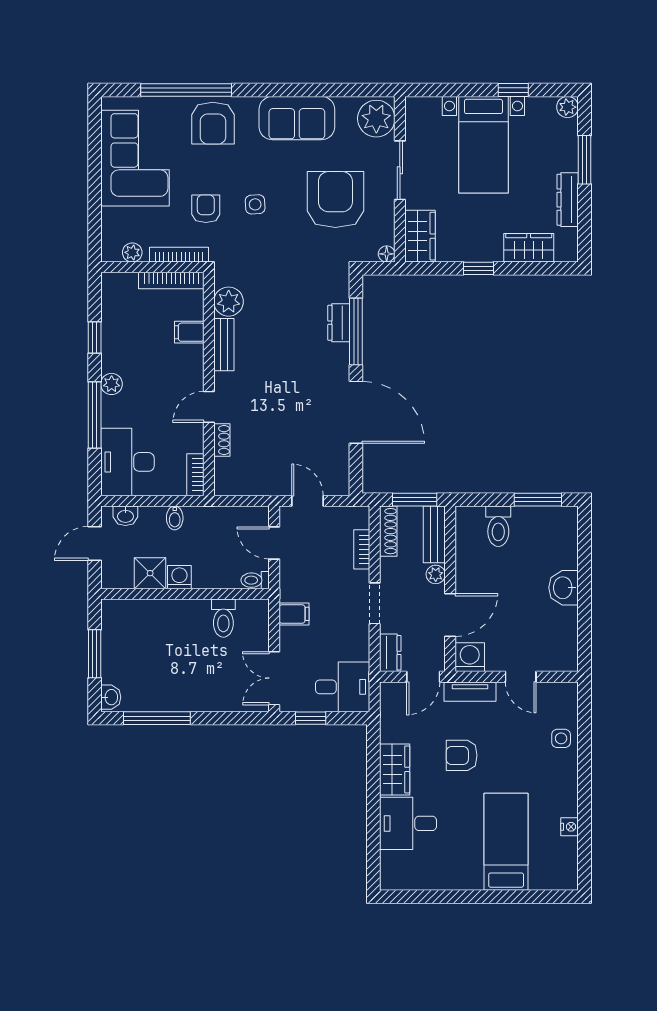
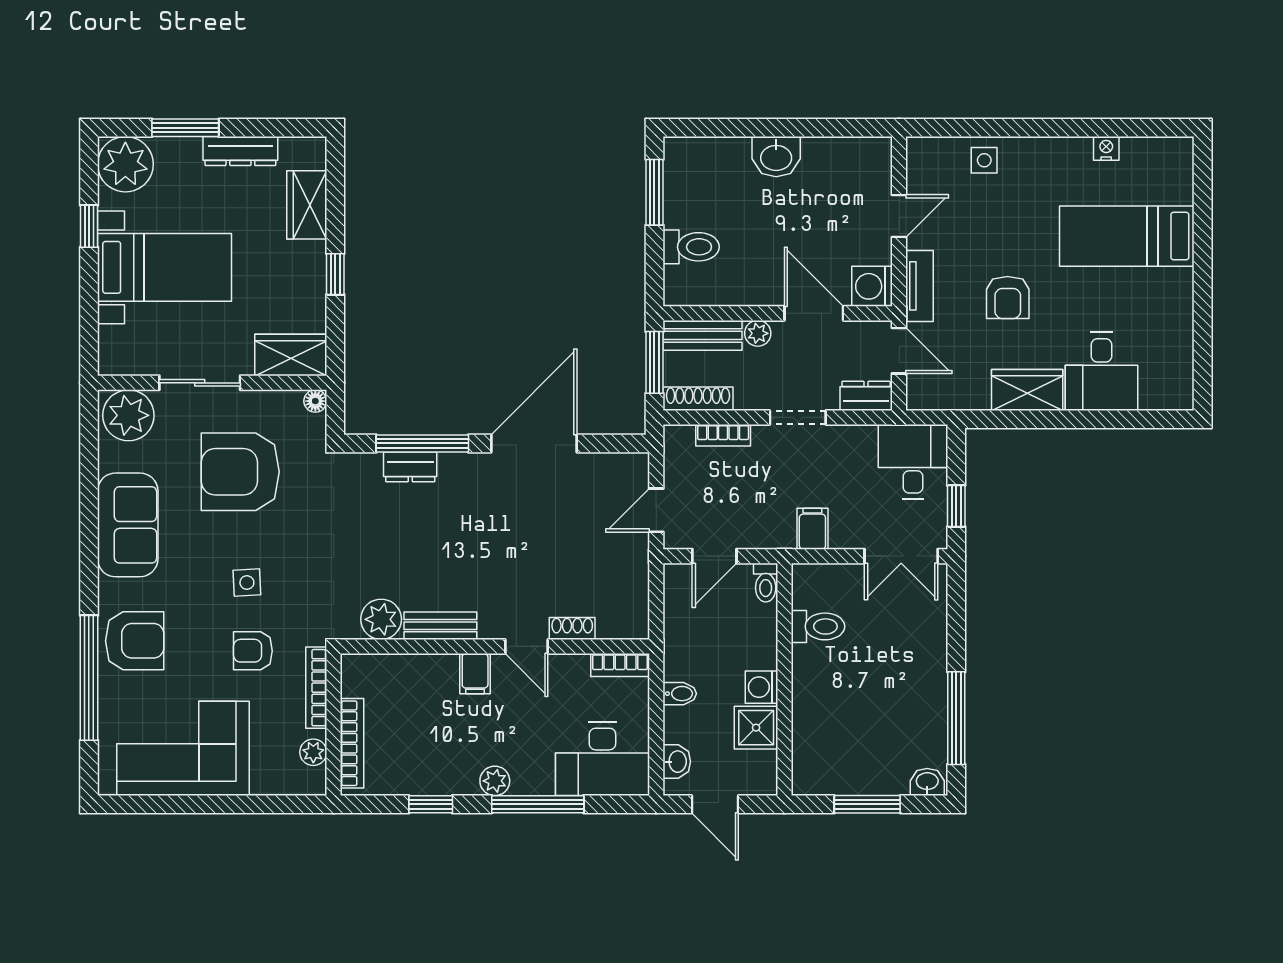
plant: (568, 107) -> (125, 164), width x1.87, depth x1.87
bookcase: (171, 281) -> (352, 743), moved
filing cabinet: (189, 332) -> (475, 674), moved

